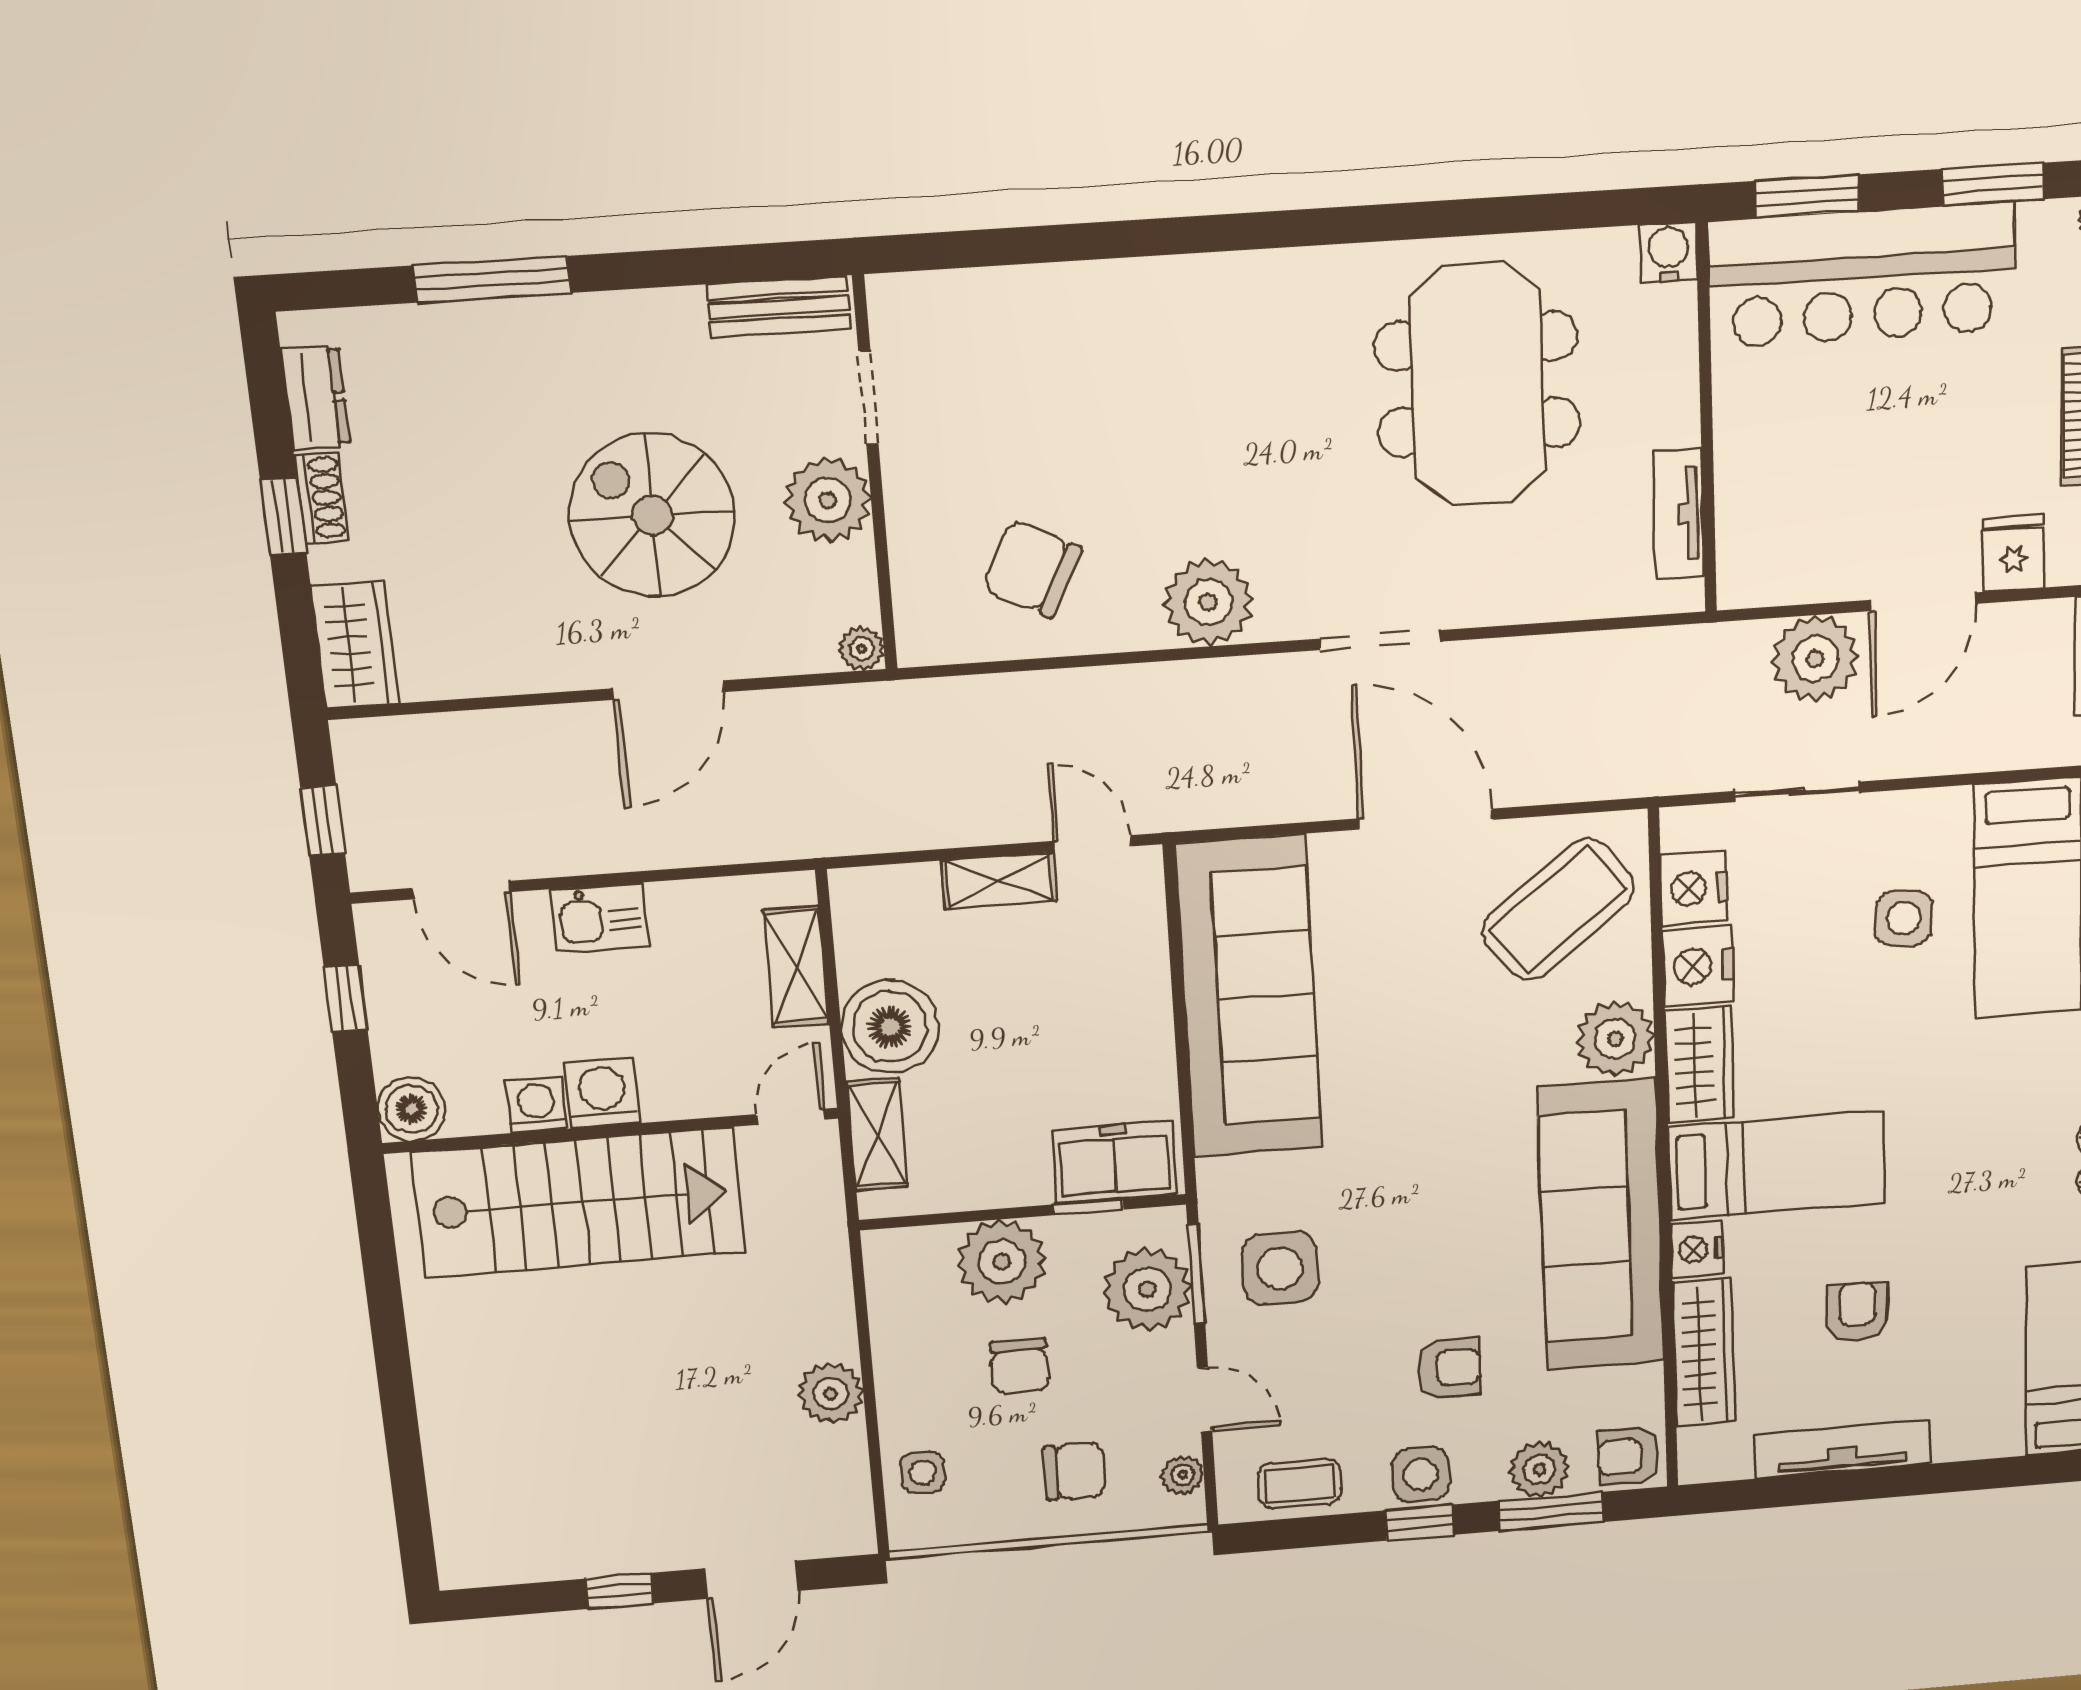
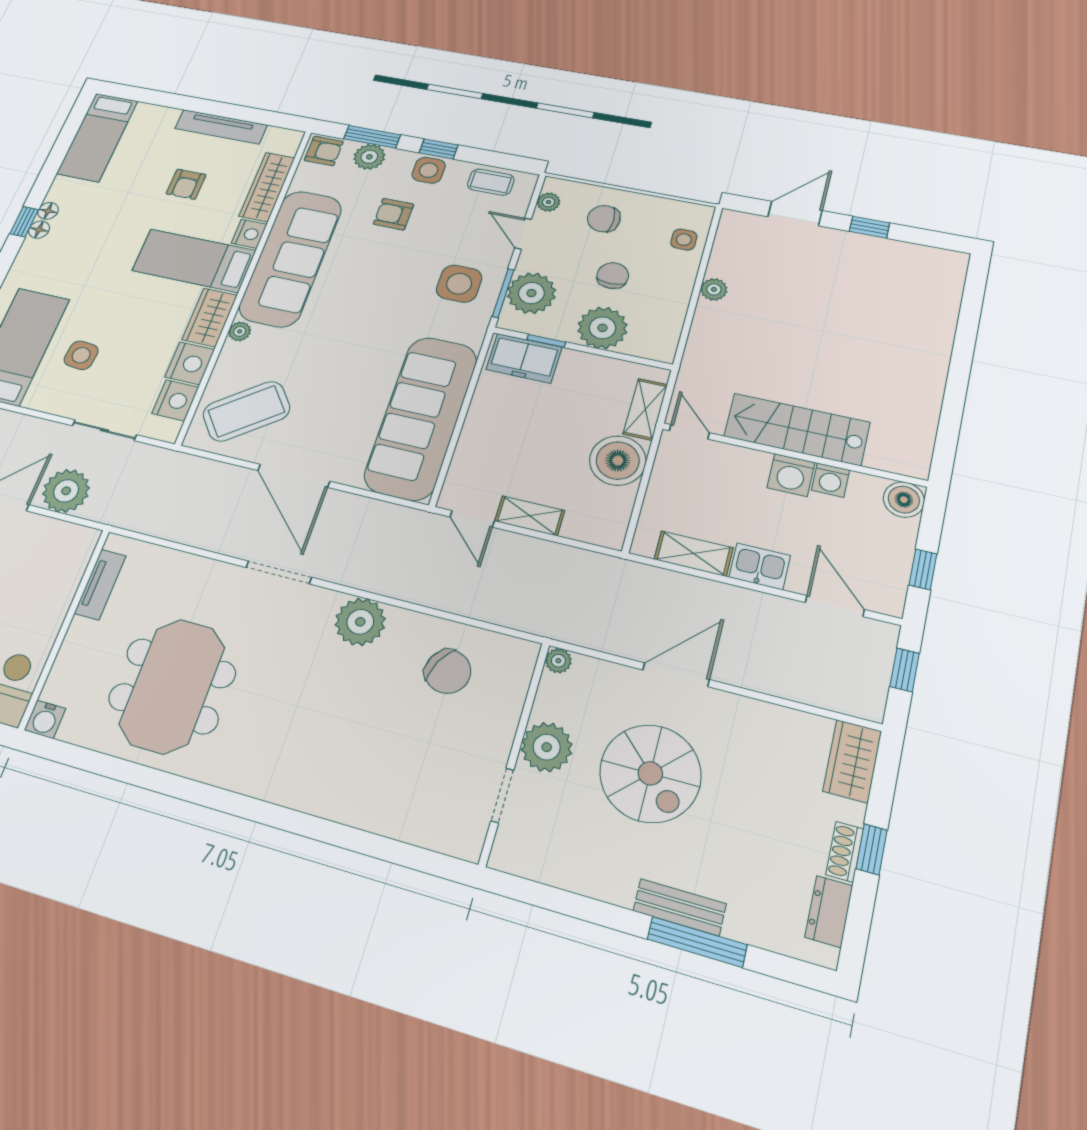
bench: (779, 307) -> (680, 907), moved
shelving: (796, 967) -> (694, 553), moved, turned 90
plant: (1615, 1039) -> (240, 331), width x0.53, depth x0.53
door: (791, 1117) -> (689, 432), swing flipped
stairs: (579, 1202) -> (797, 429), width x0.73, depth x0.66
plant: (831, 1393) -> (714, 289), width x0.73, depth x0.73

